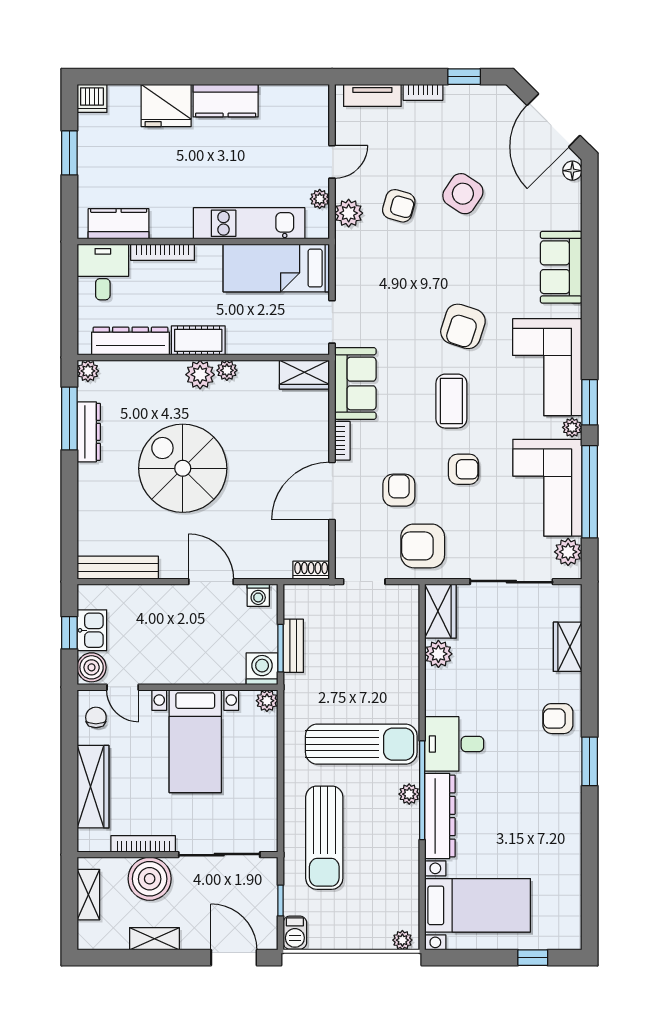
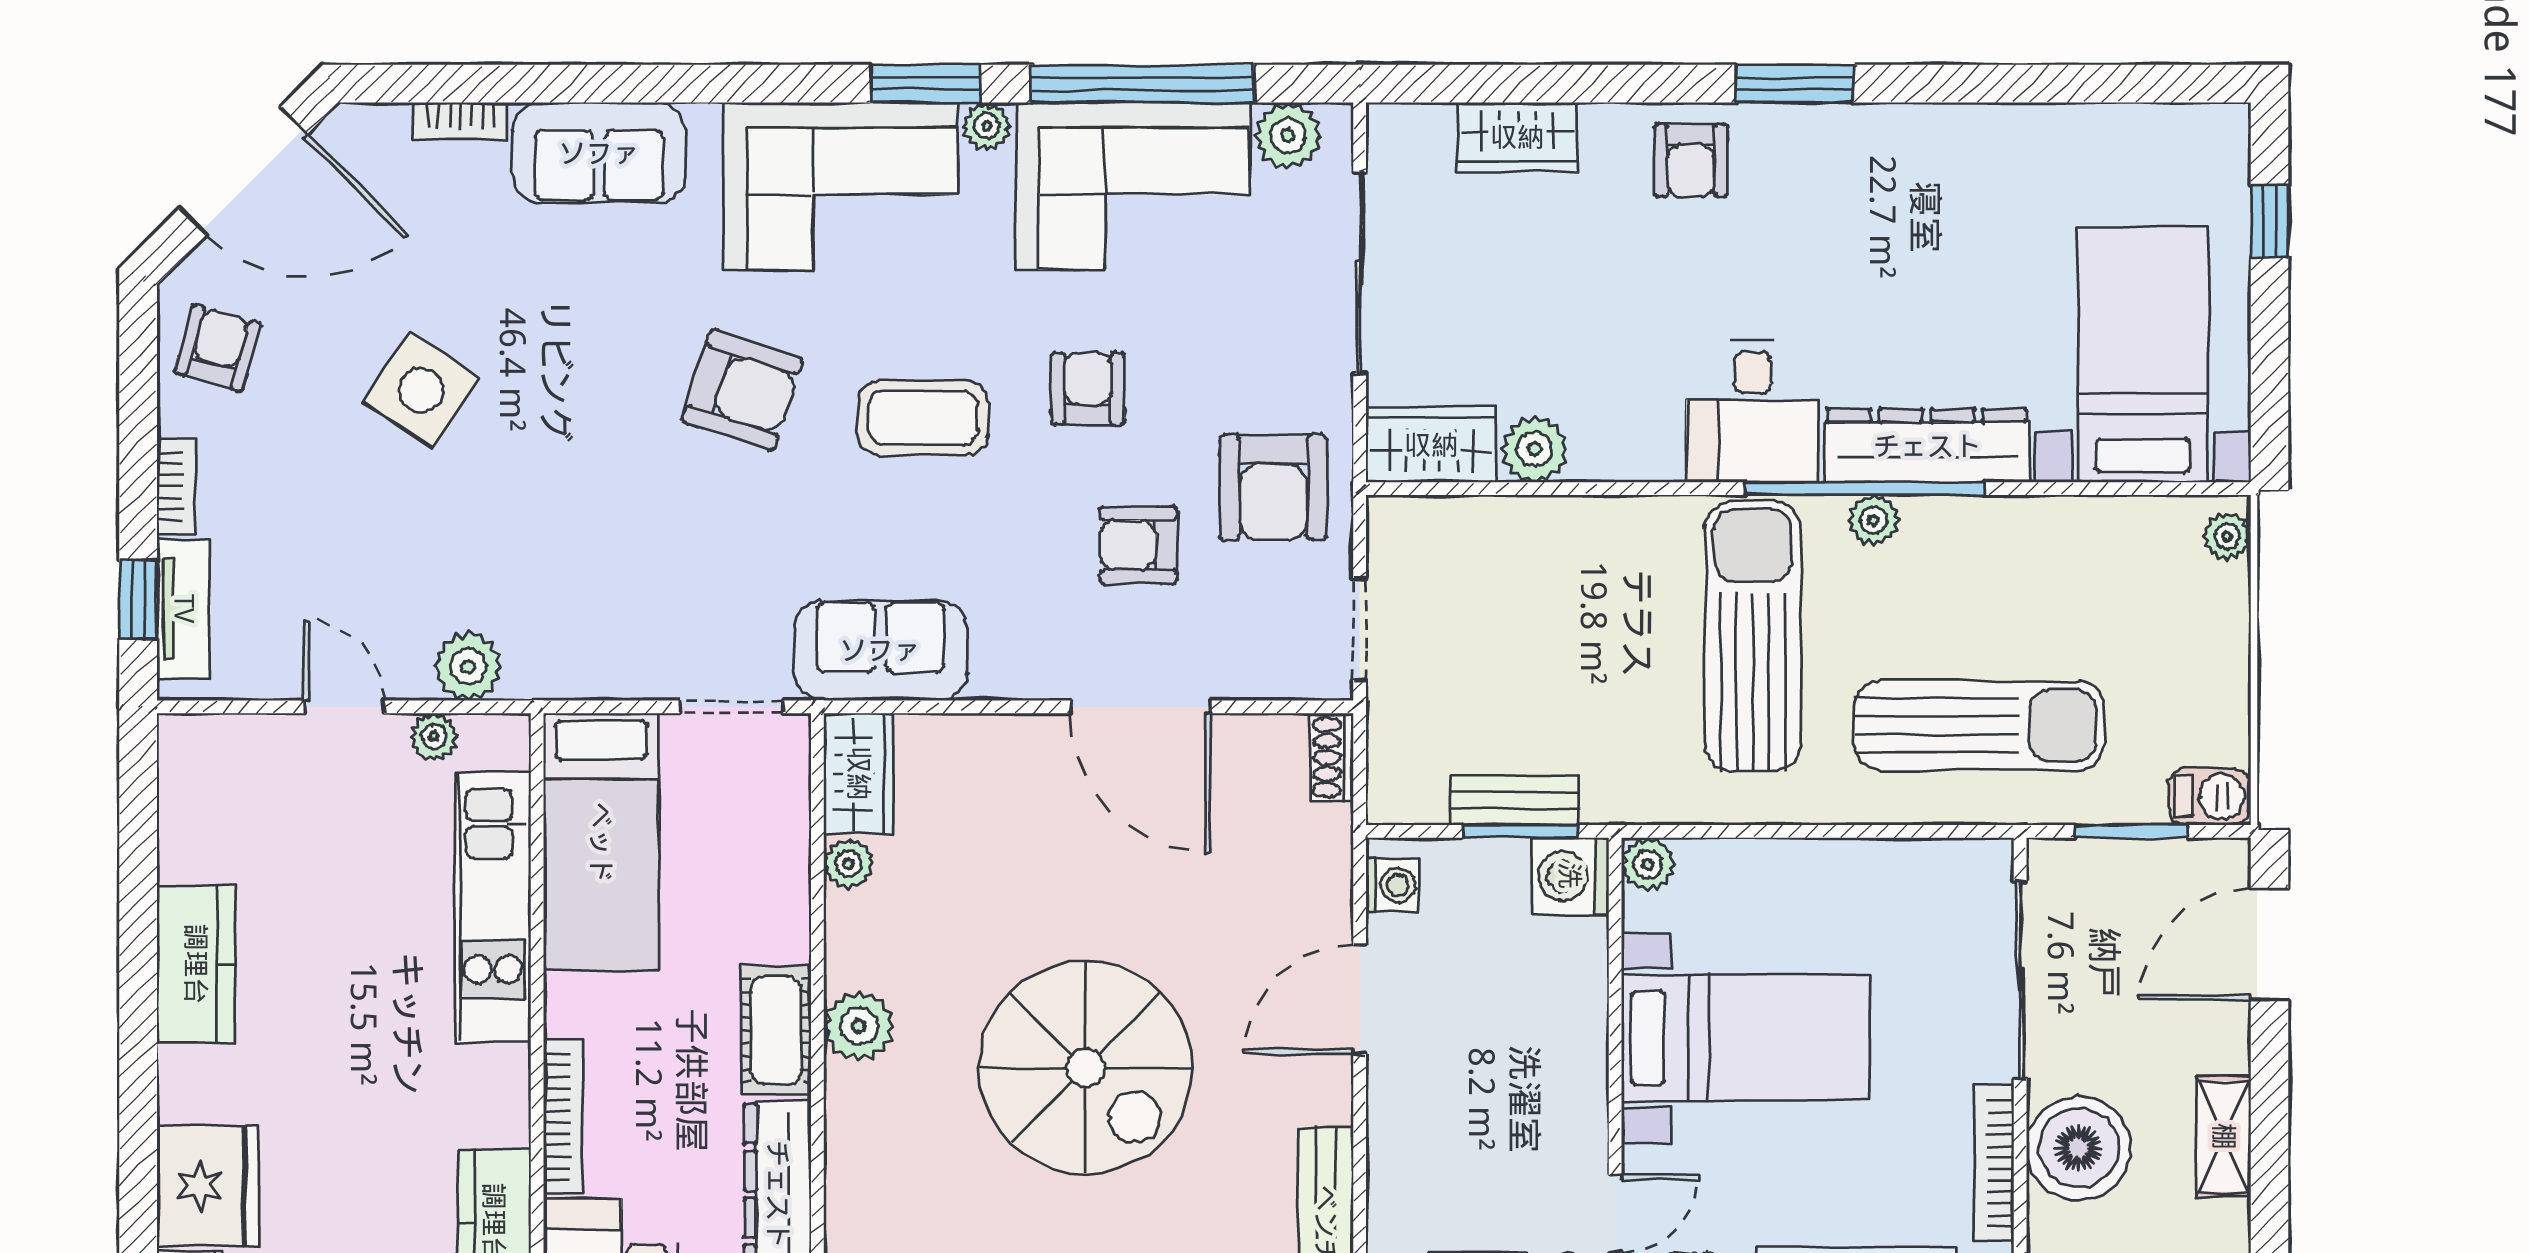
window: (464, 77) -> (138, 600), moved
fridge: (166, 106) -> (208, 1186), moved
floor lamp: (572, 171) -> (365, 125), removed
armchair: (399, 206) -> (218, 348), moved
plant: (227, 370) -> (849, 864), moved
bookcase: (342, 441) -> (461, 121), moved, turned 180
spiral stairs: (183, 468) -> (1086, 1068), turned -90
window: (280, 901) -> (2131, 831), width x1.50

